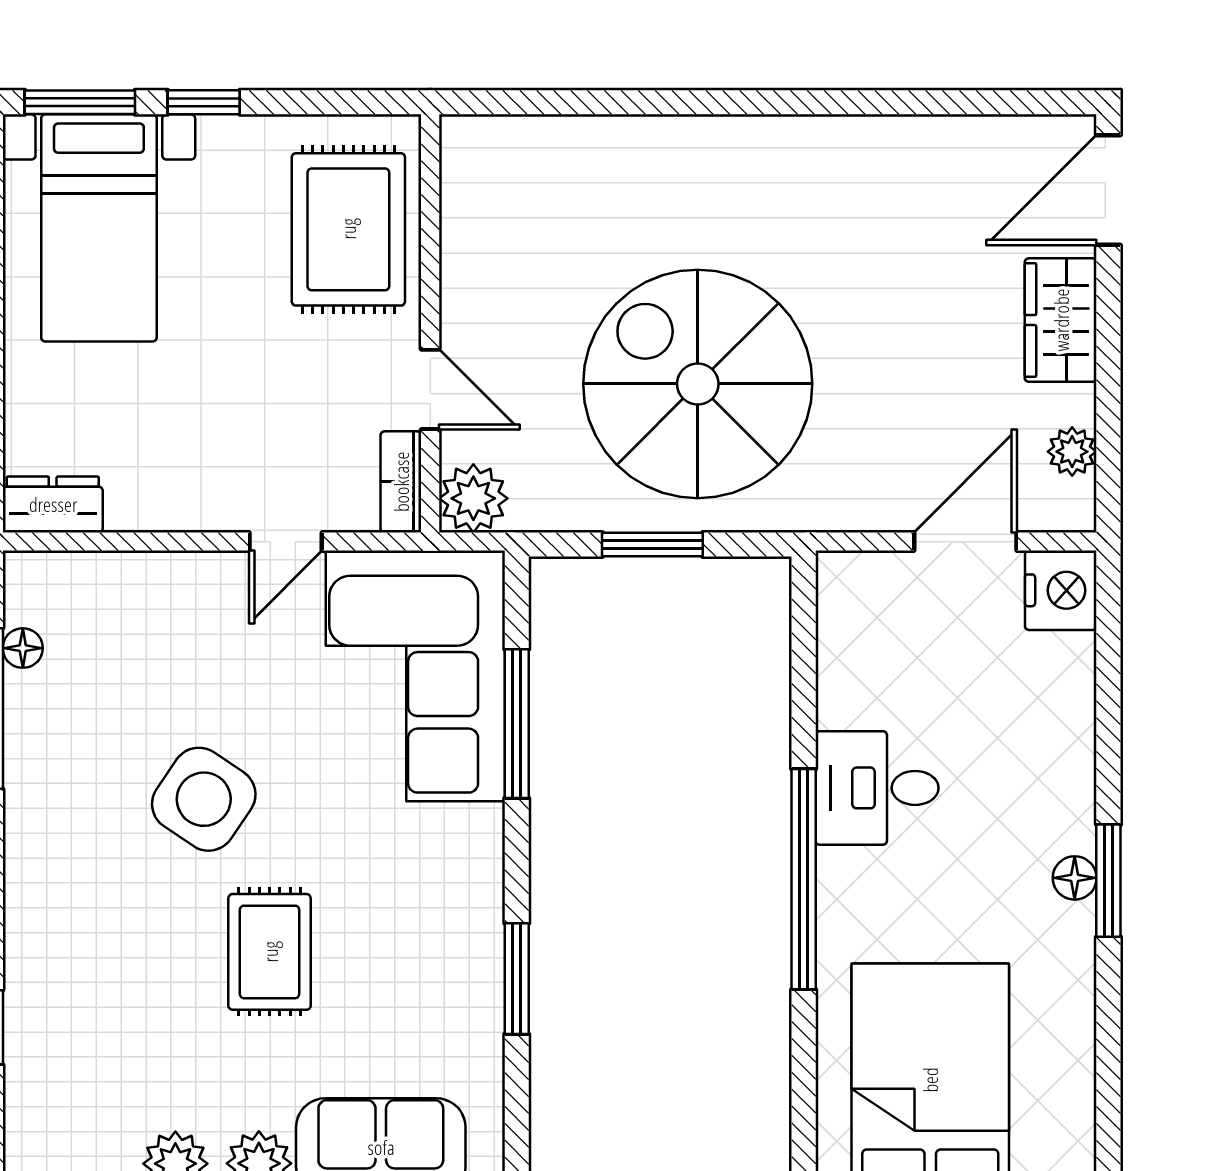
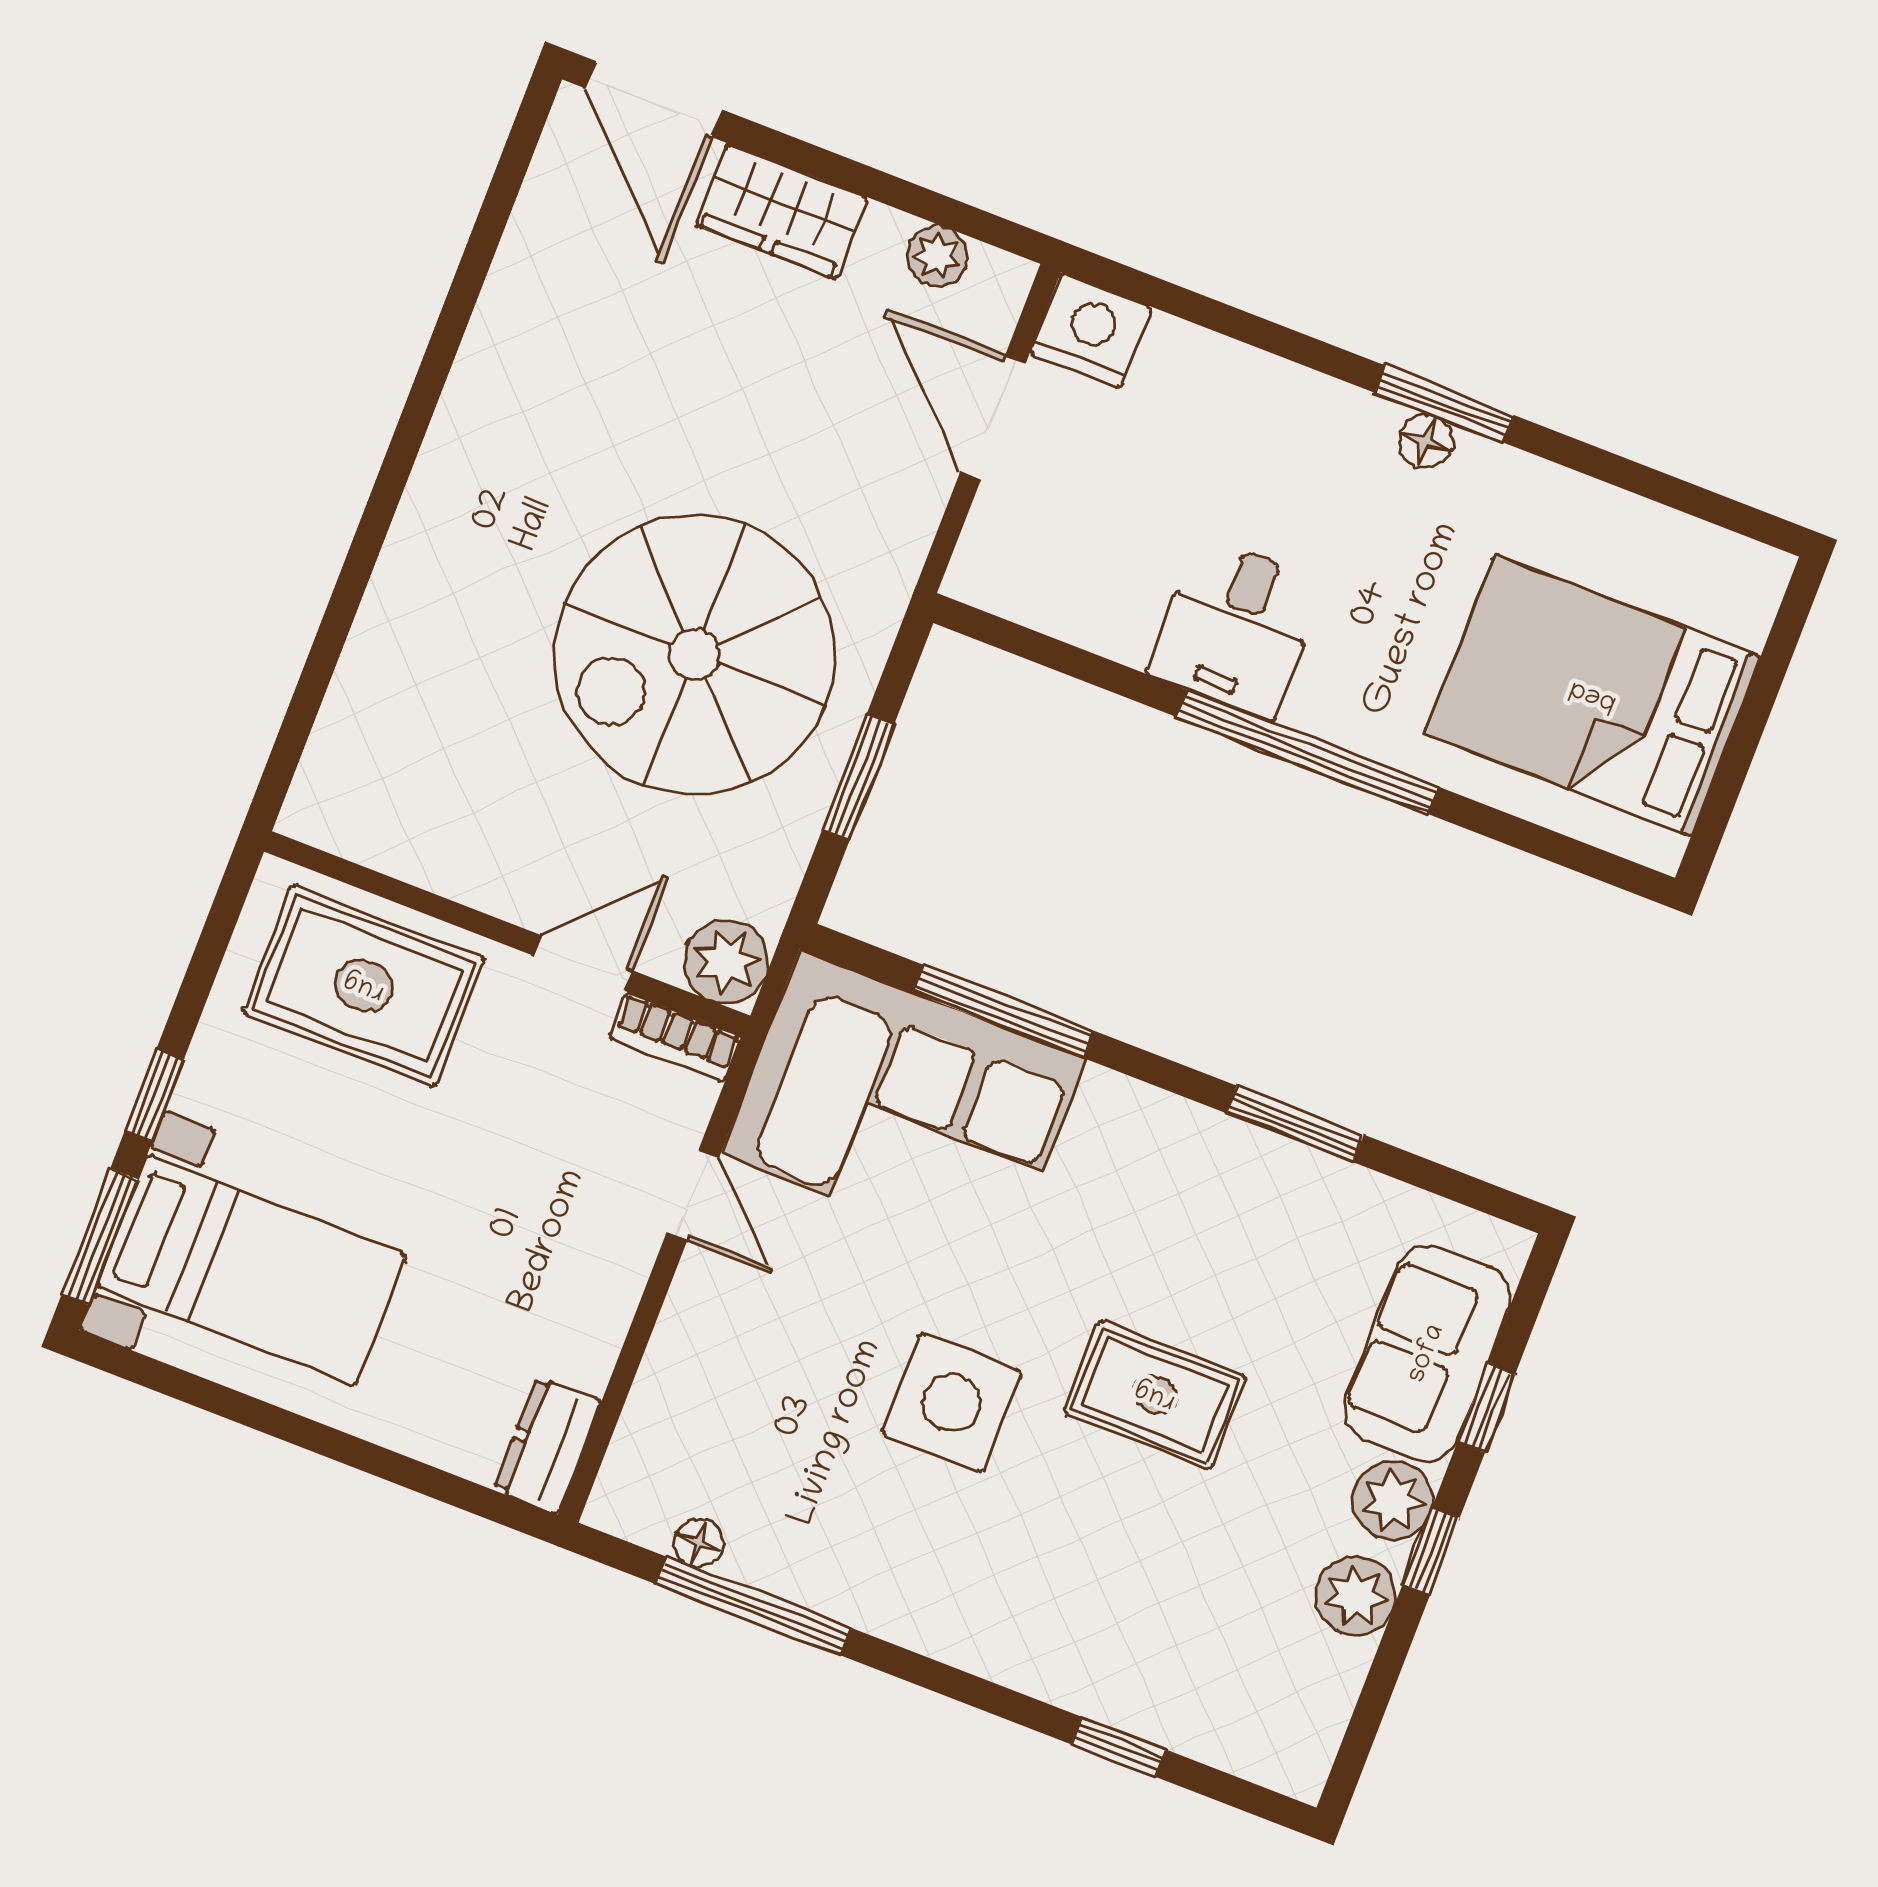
side table: (204, 799) -> (951, 1403), turned -34

